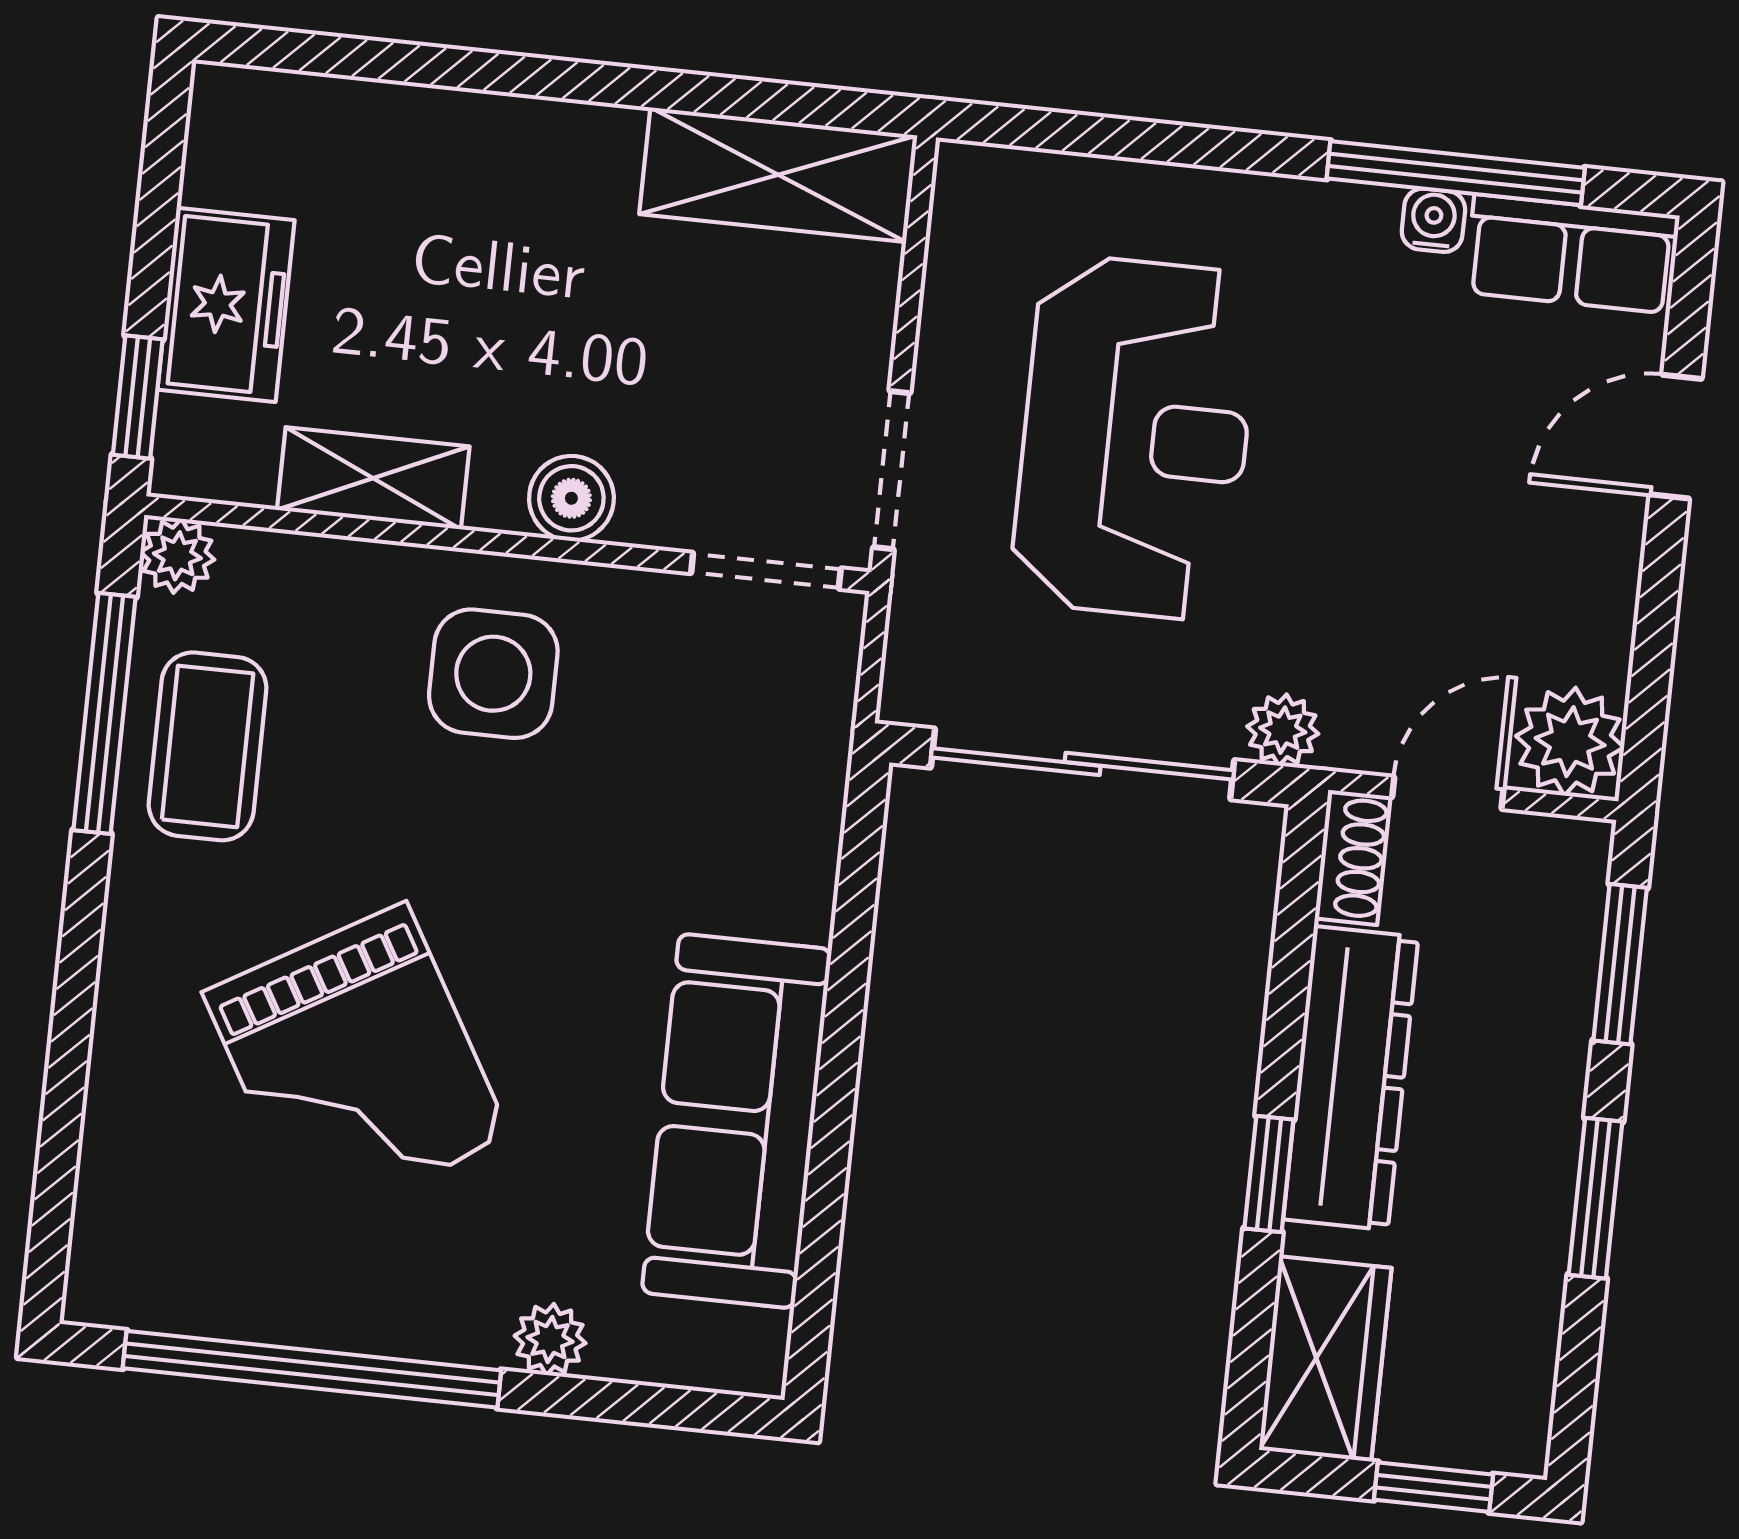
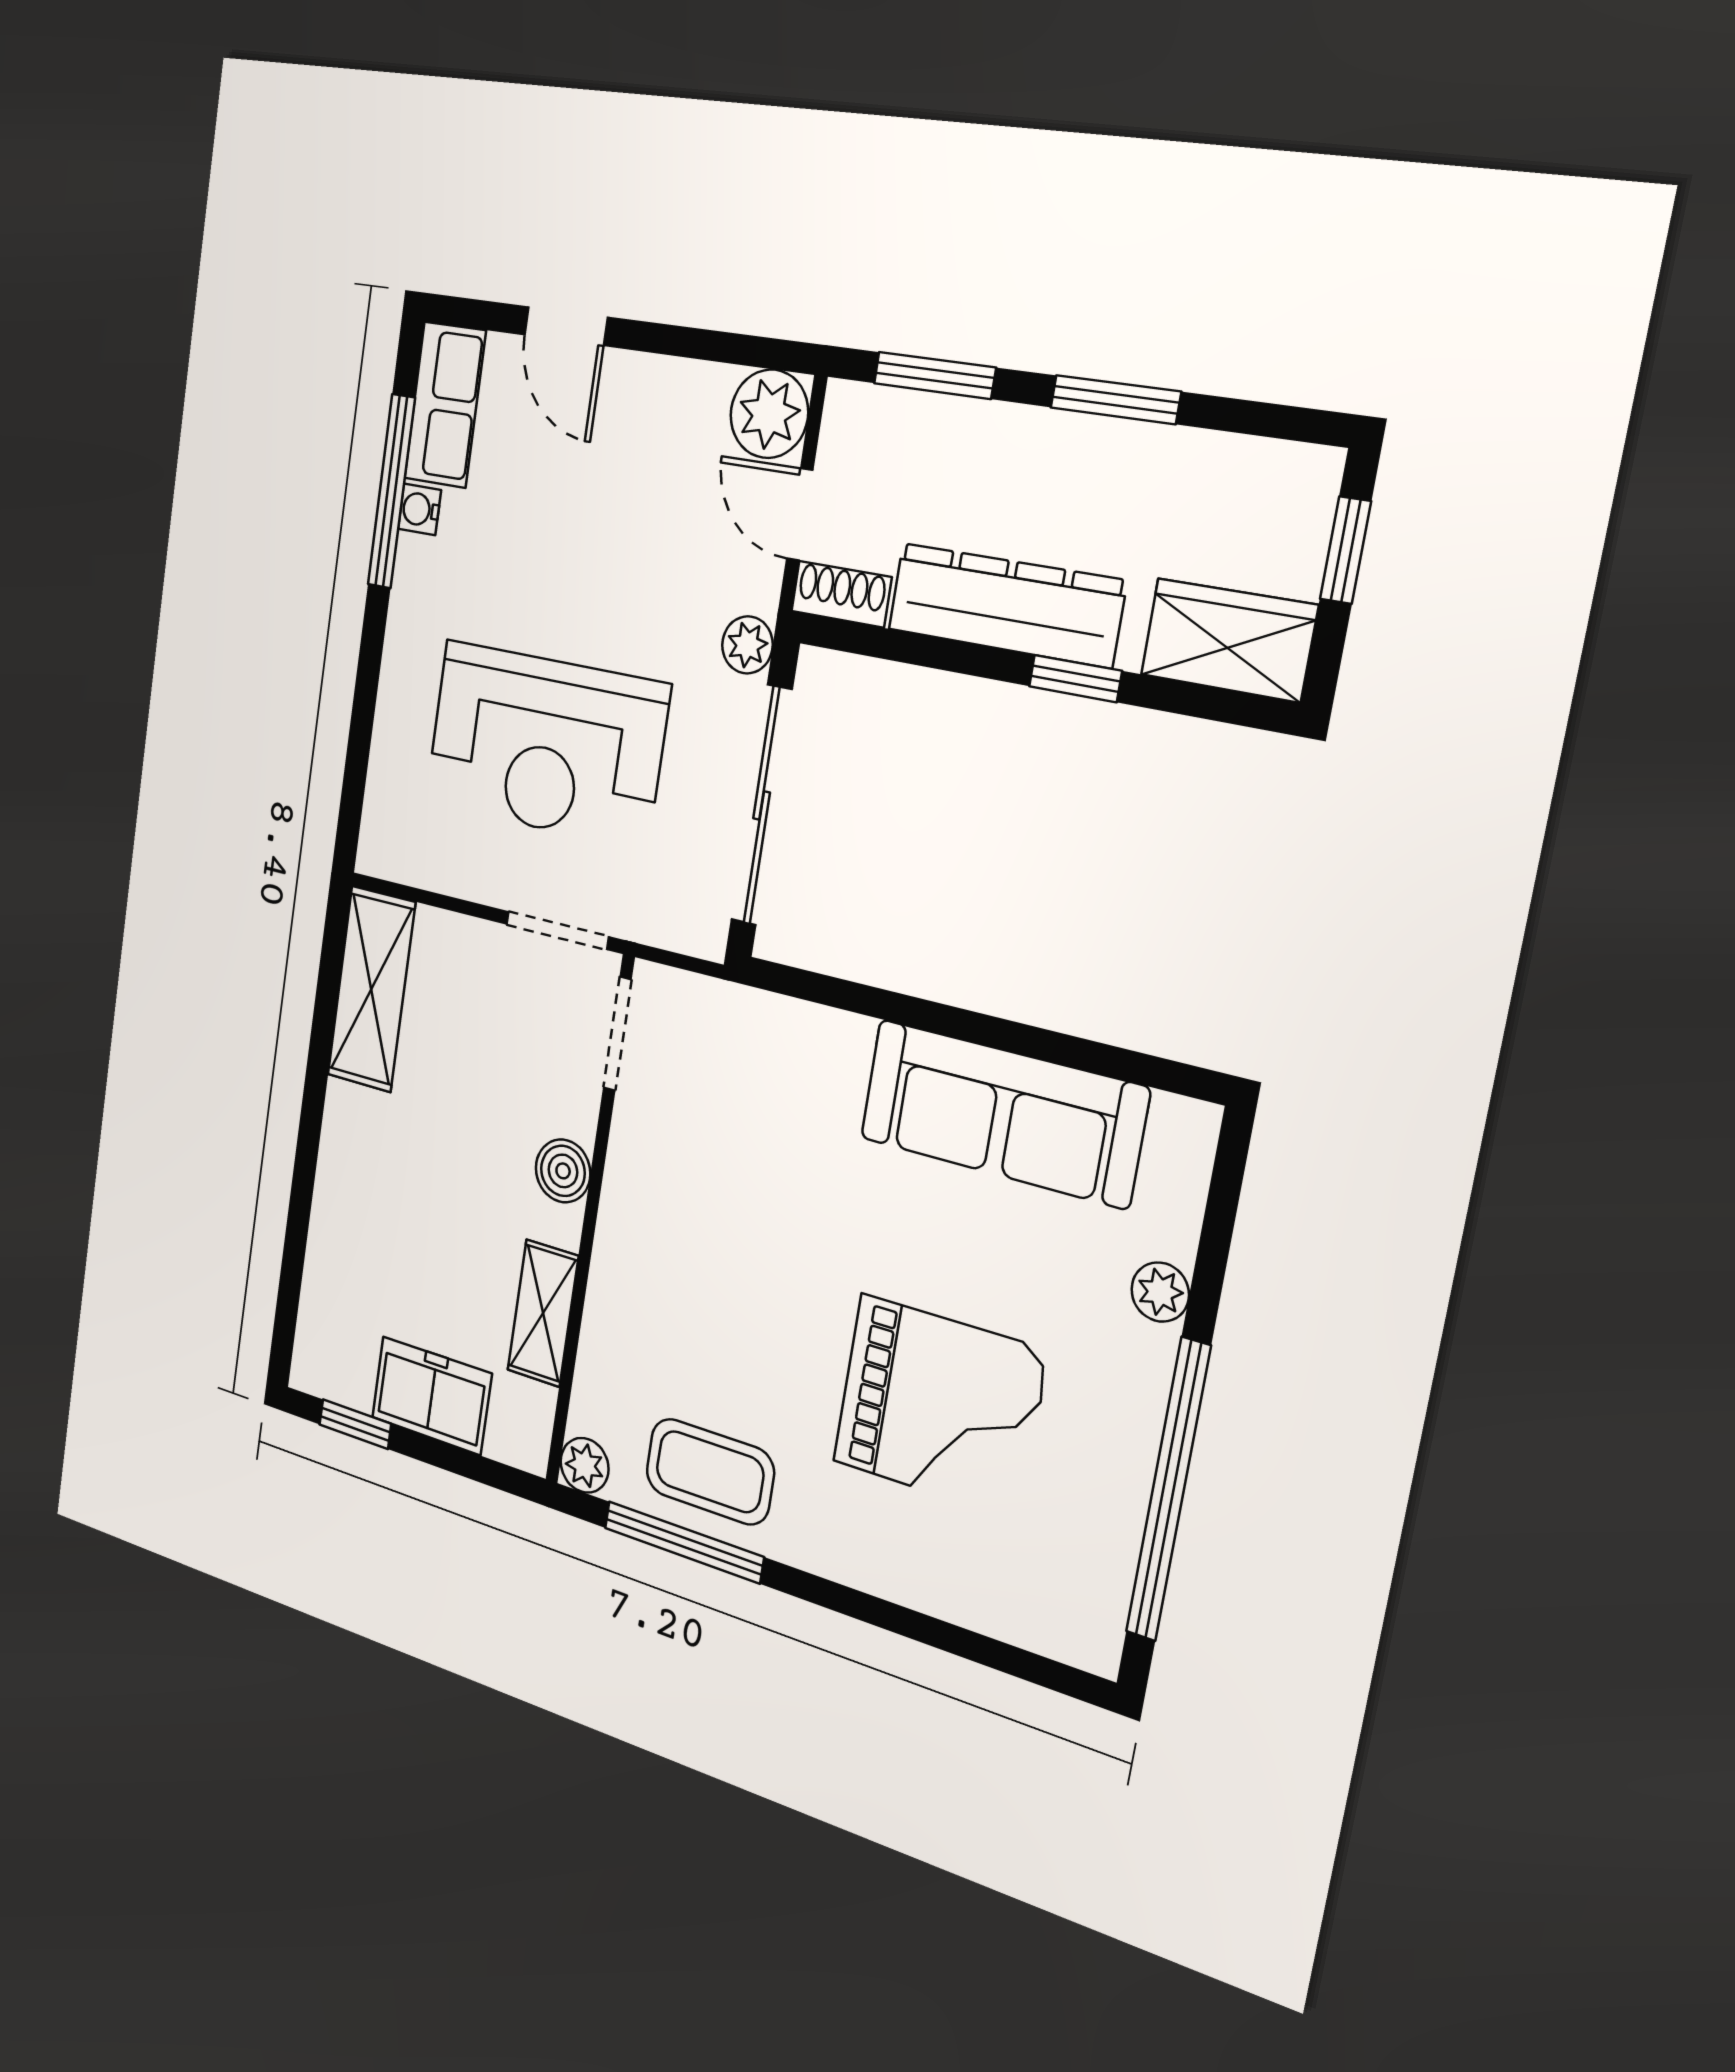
window: (138, 397) -> (355, 1424), moved
reception desk: (1135, 438) -> (546, 744), turned 180
side table: (493, 674) -> (674, 1249), removed
grand piano: (357, 1065) -> (939, 1406), turned 30

